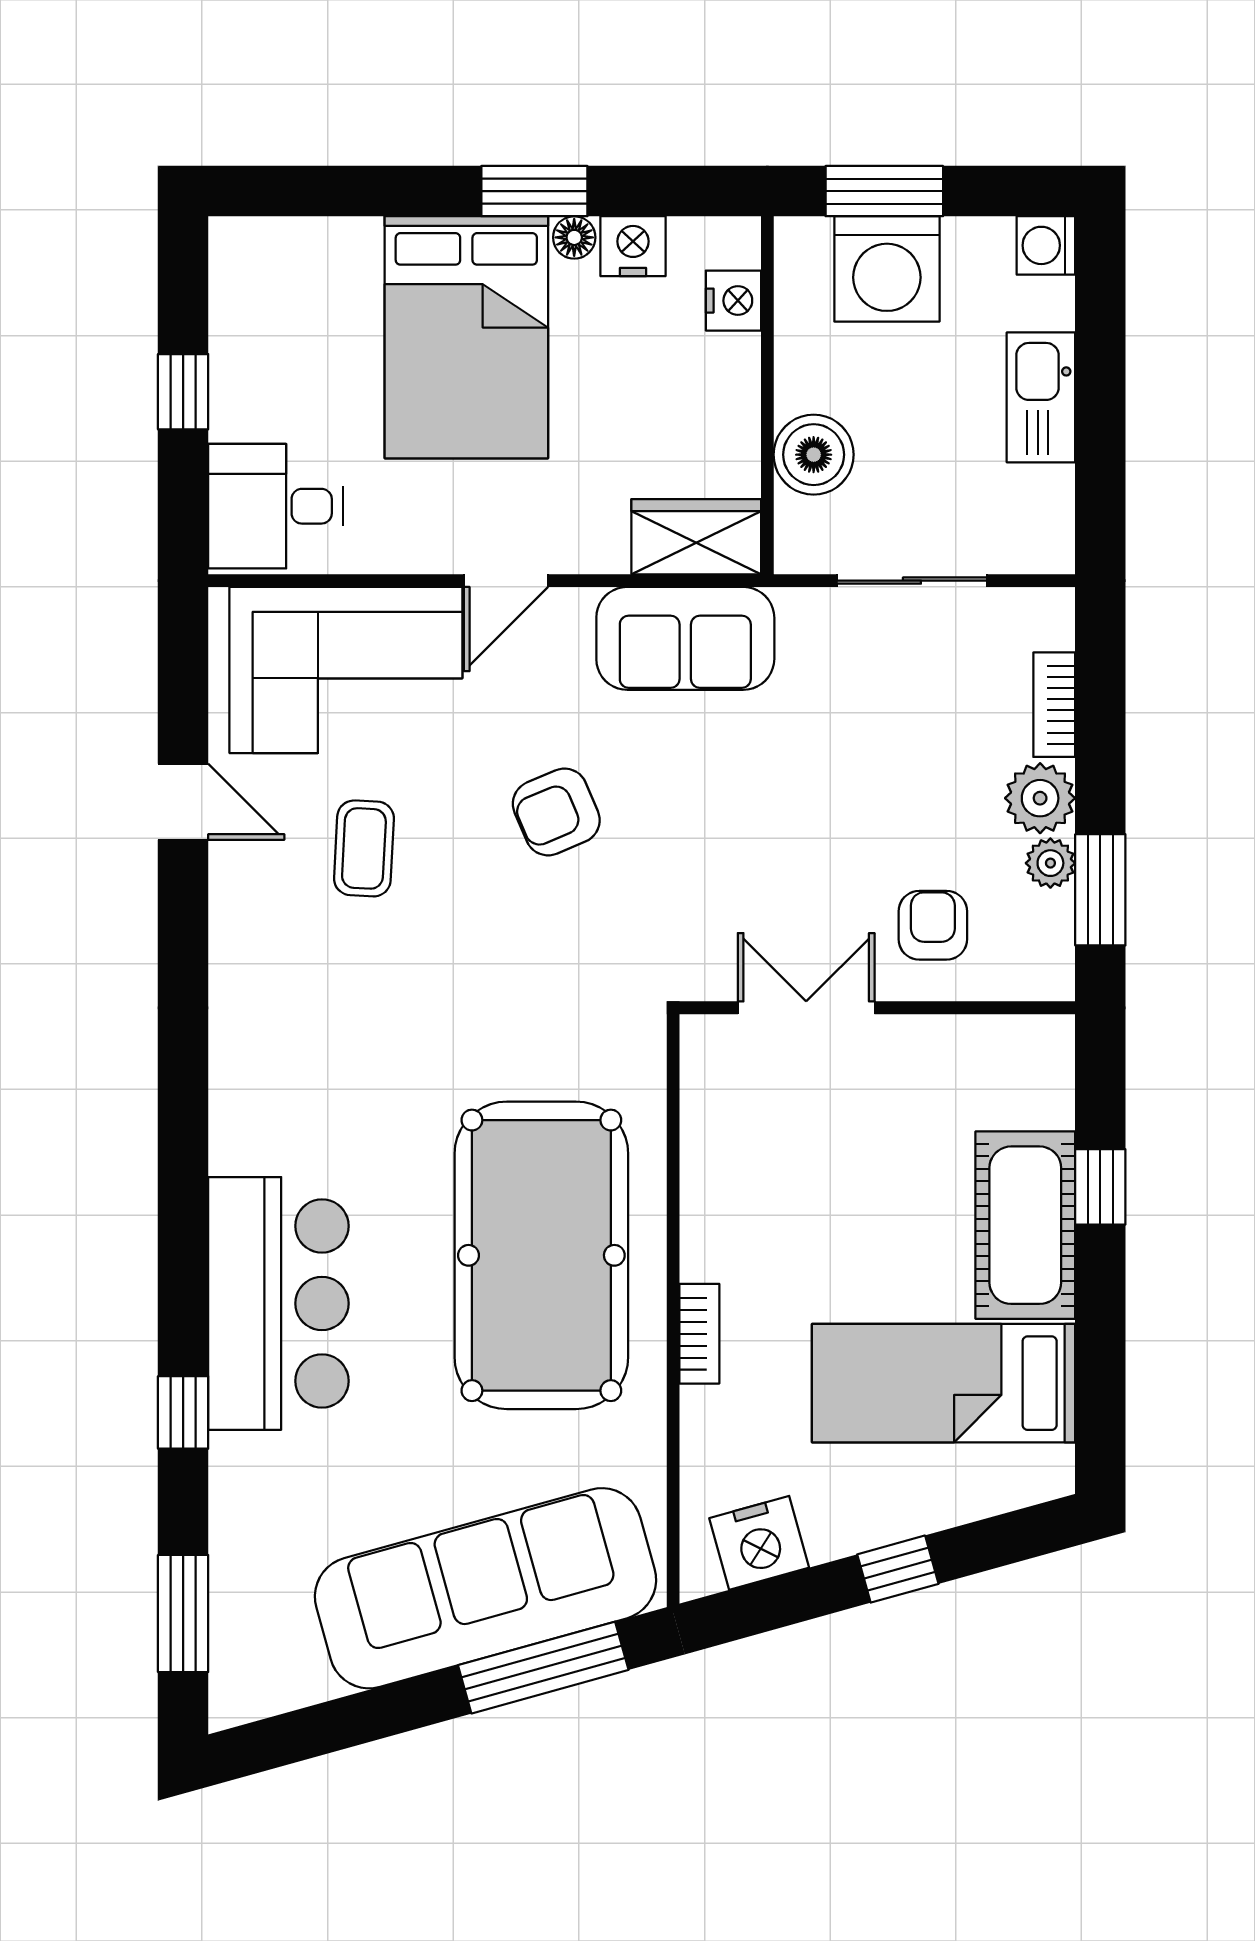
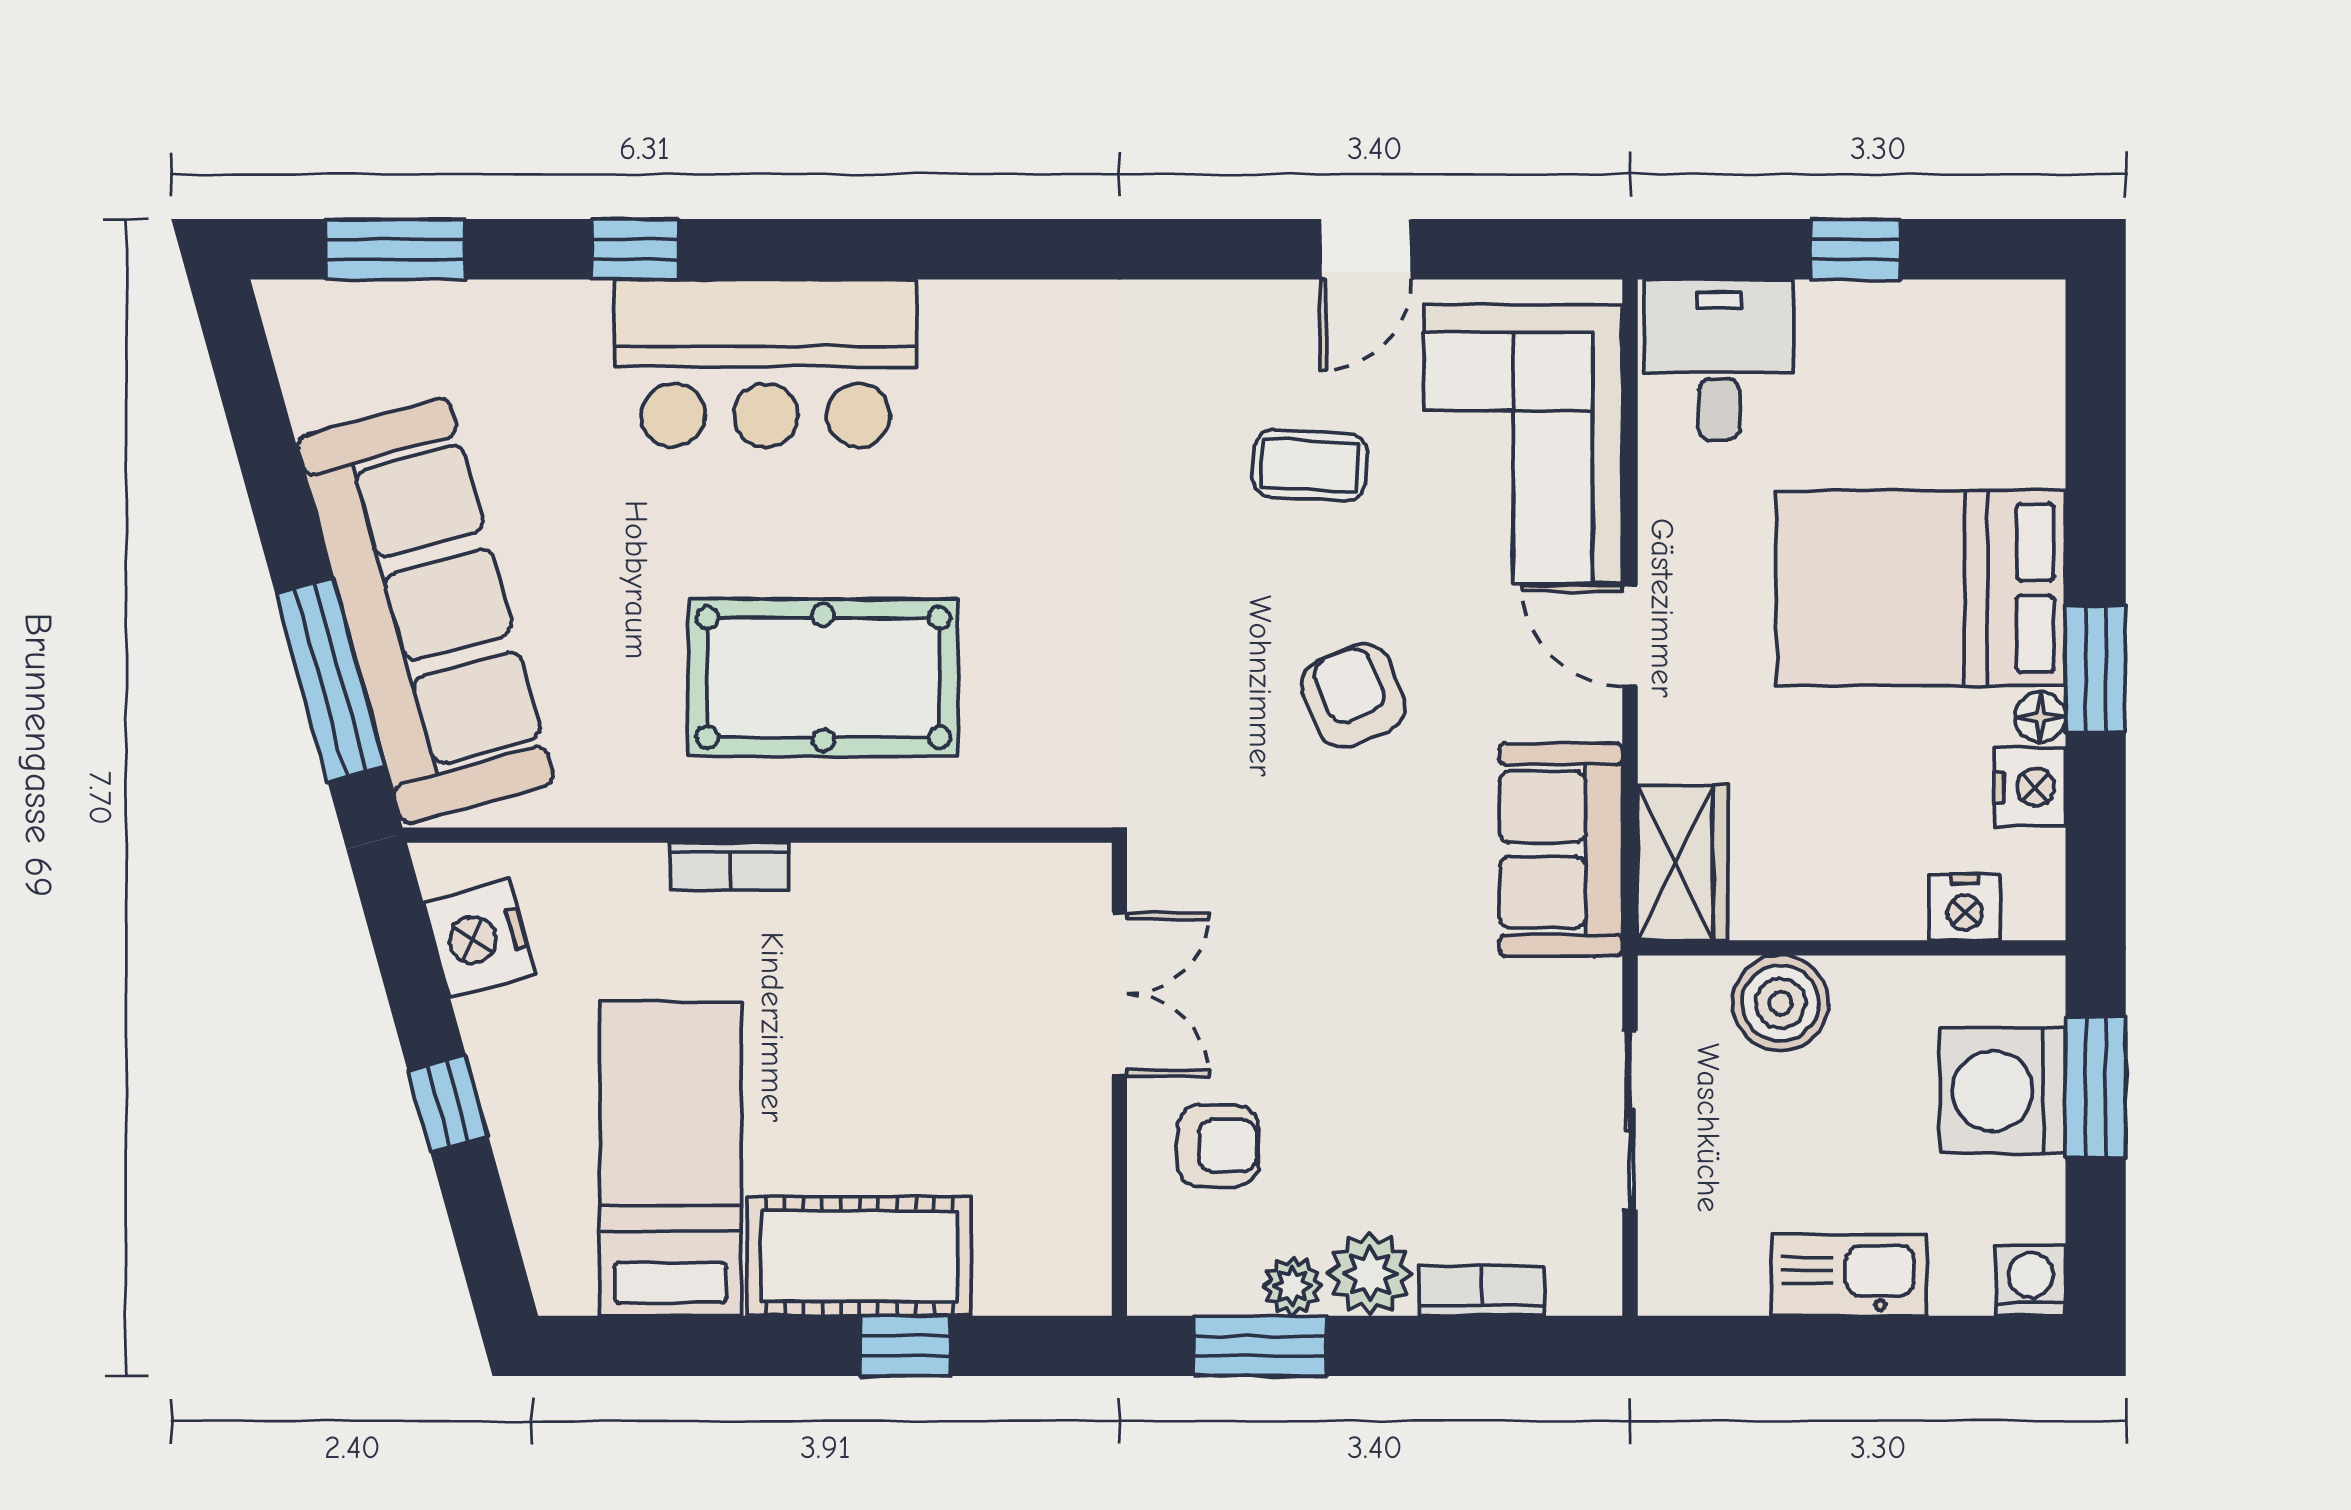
pool table: (541, 1255) -> (823, 678), width x0.73, depth x0.76

